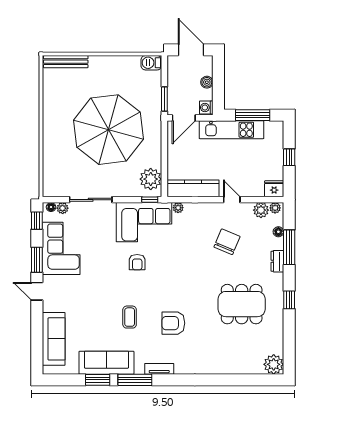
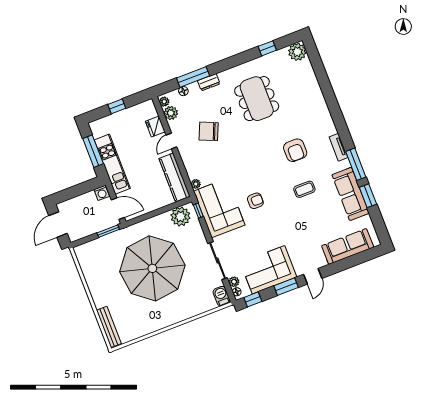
barbecue: (151, 63) -> (222, 296), moved, turned 180
boiler: (207, 82) -> (80, 201), removed
fridge: (274, 189) -> (155, 127), moved
window: (289, 300) -> (267, 48), moved

